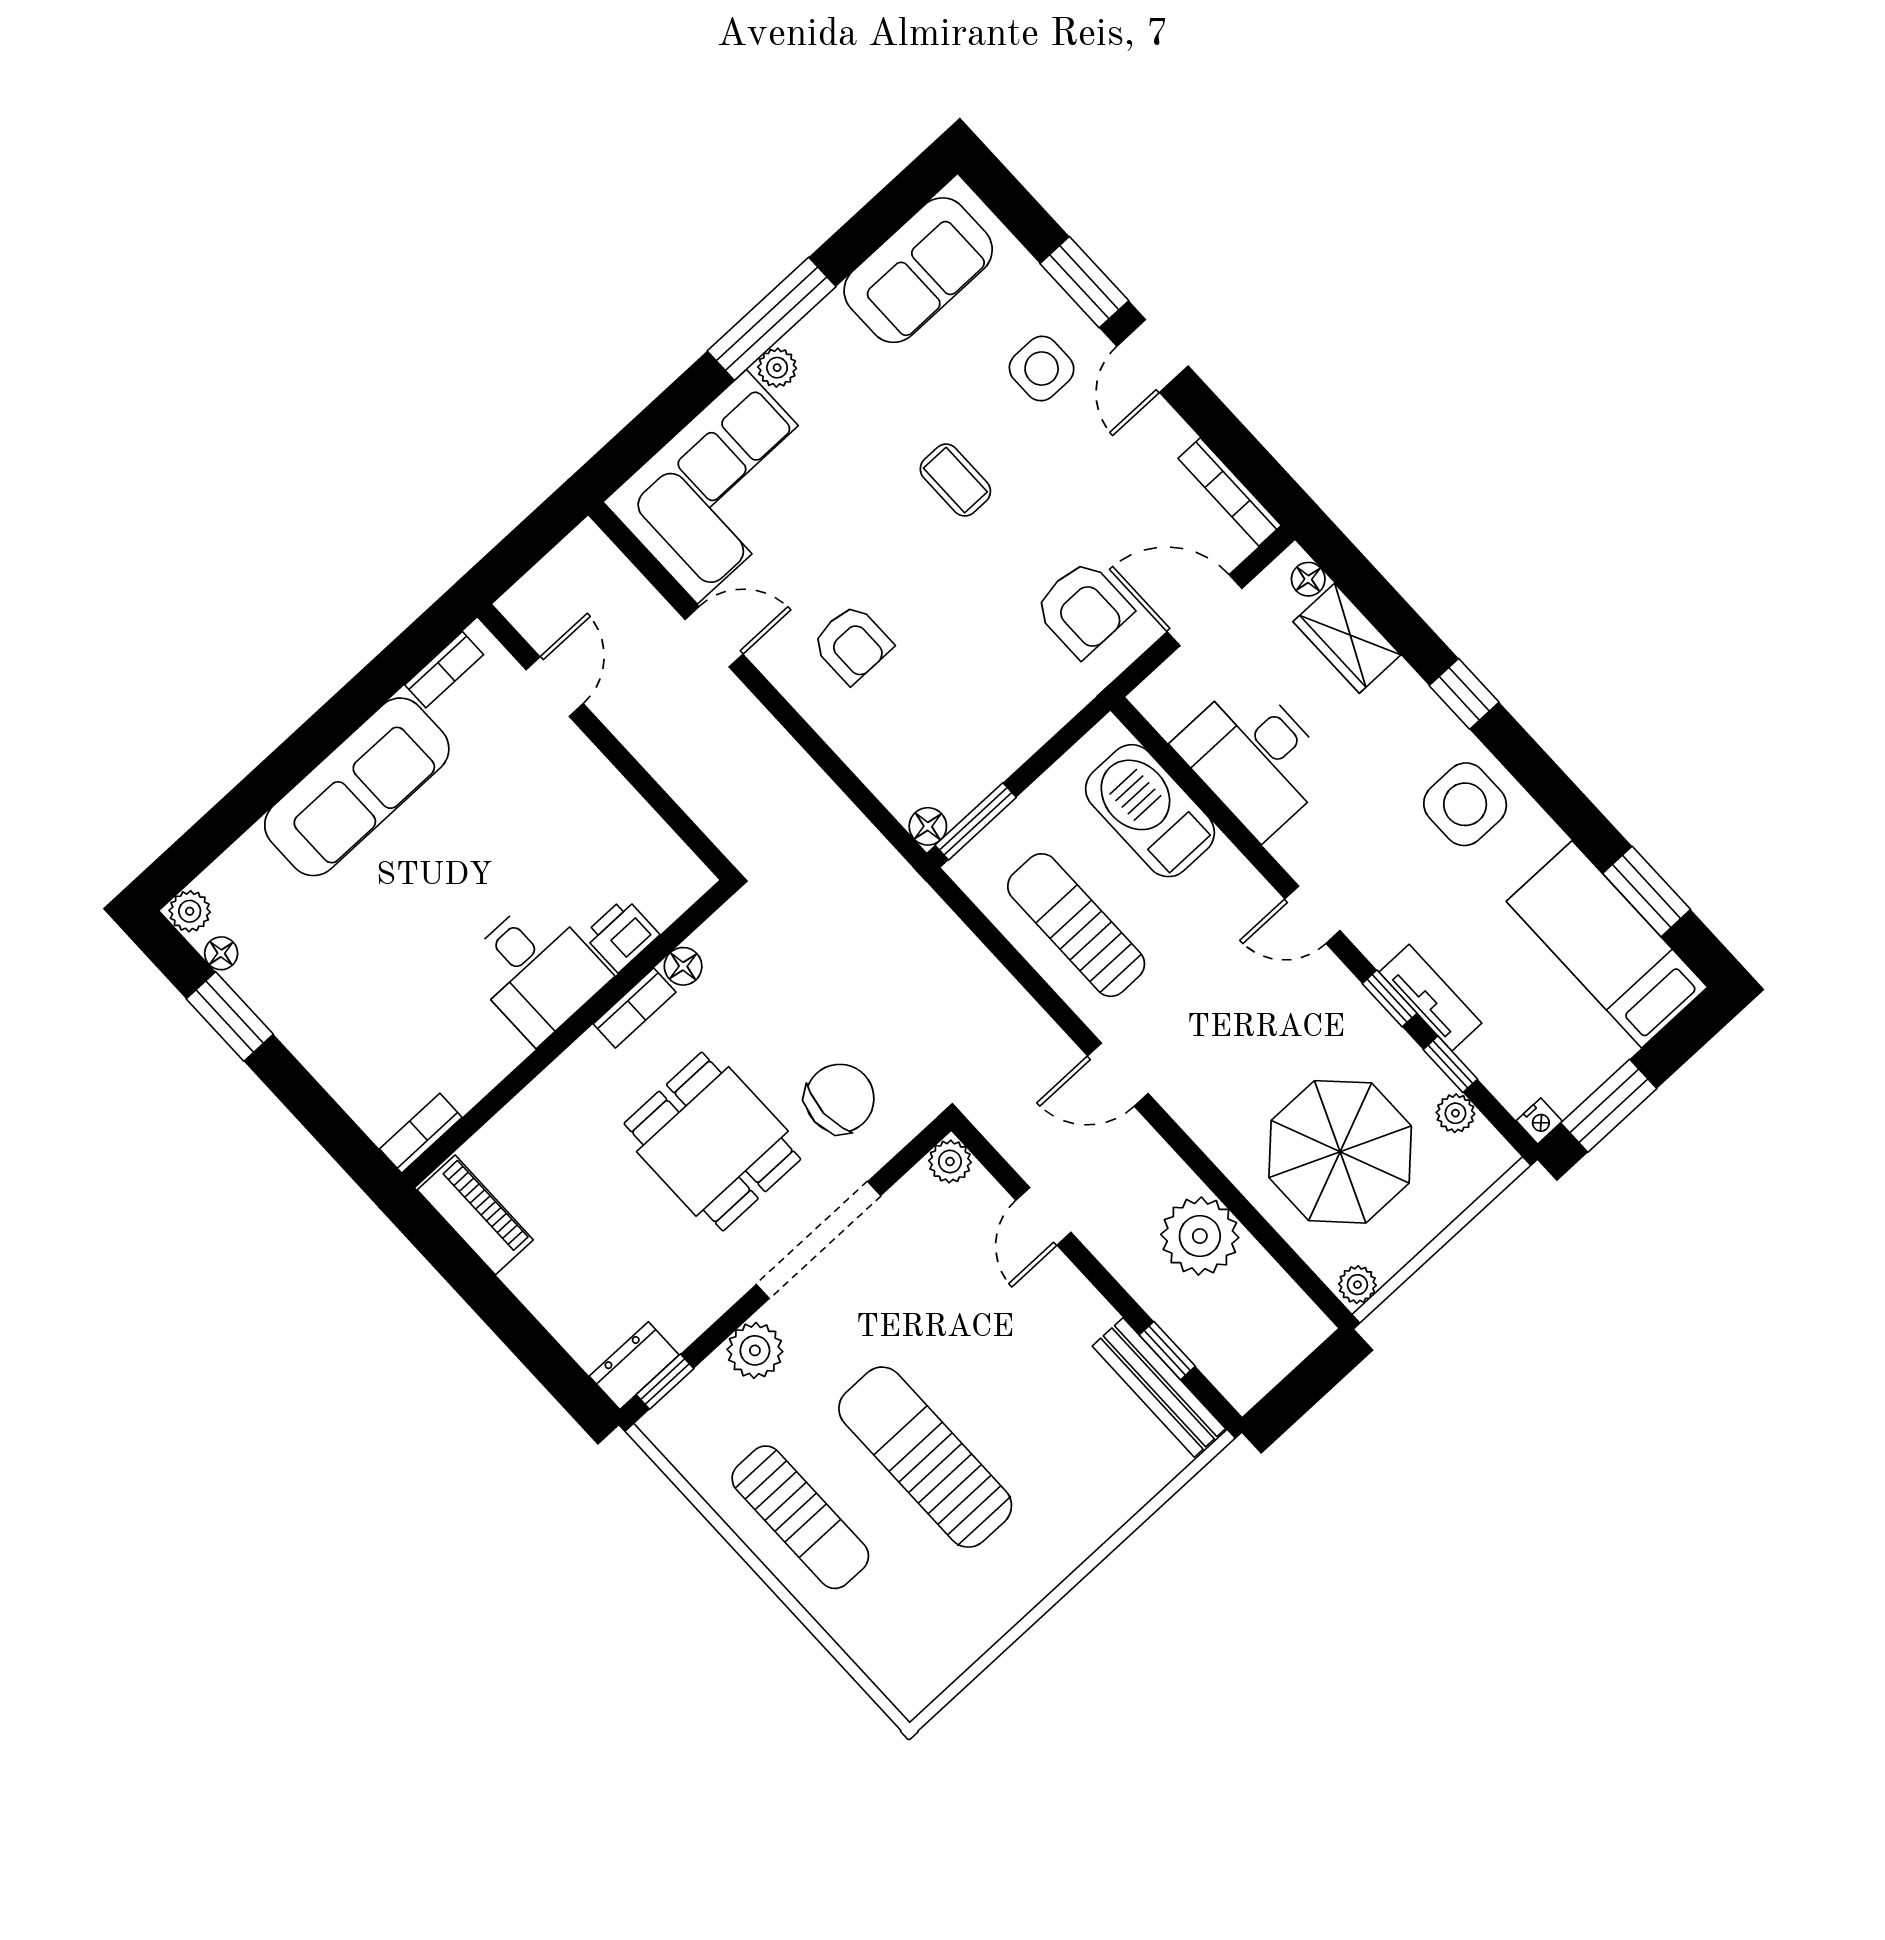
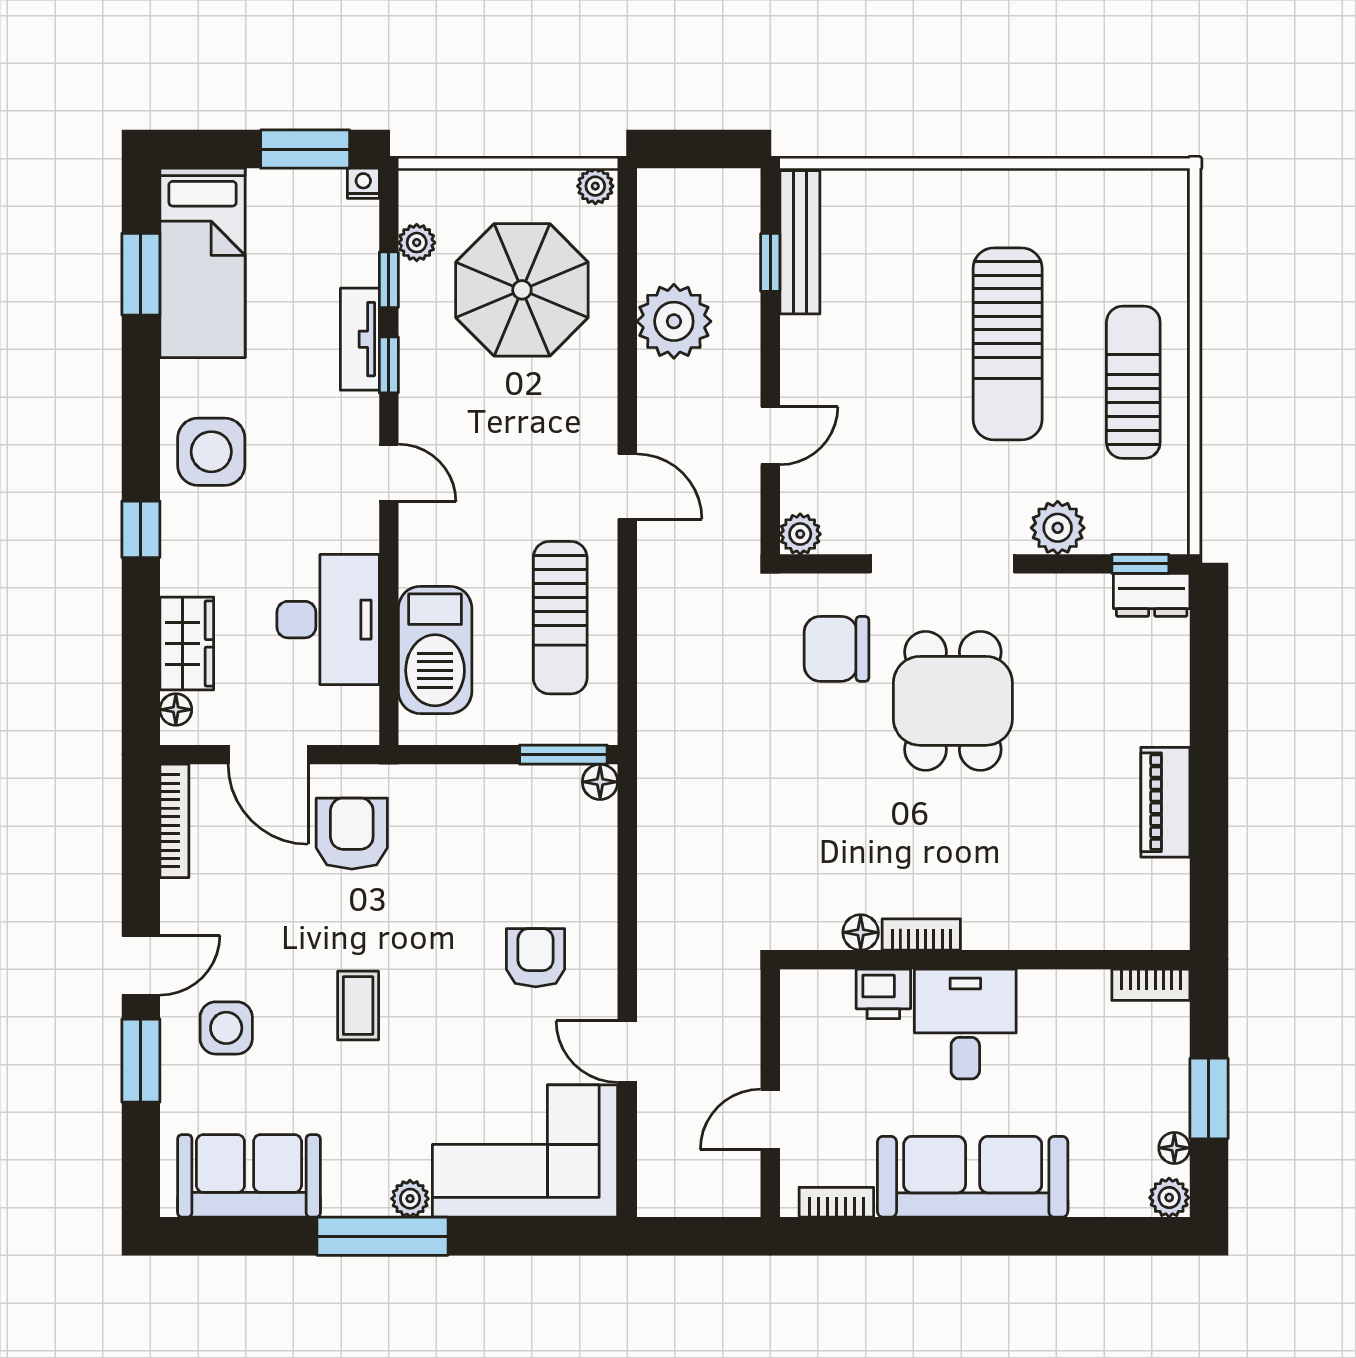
printer: (621, 935) -> (883, 994), moved
floor lamp: (683, 966) -> (861, 932), moved
desk: (536, 970) -> (965, 1024), moved
bookcase: (635, 1008) -> (921, 934), moved
wall: (567, 1034) -> (985, 960), moved
bookcase: (421, 1133) -> (1151, 985), moved

